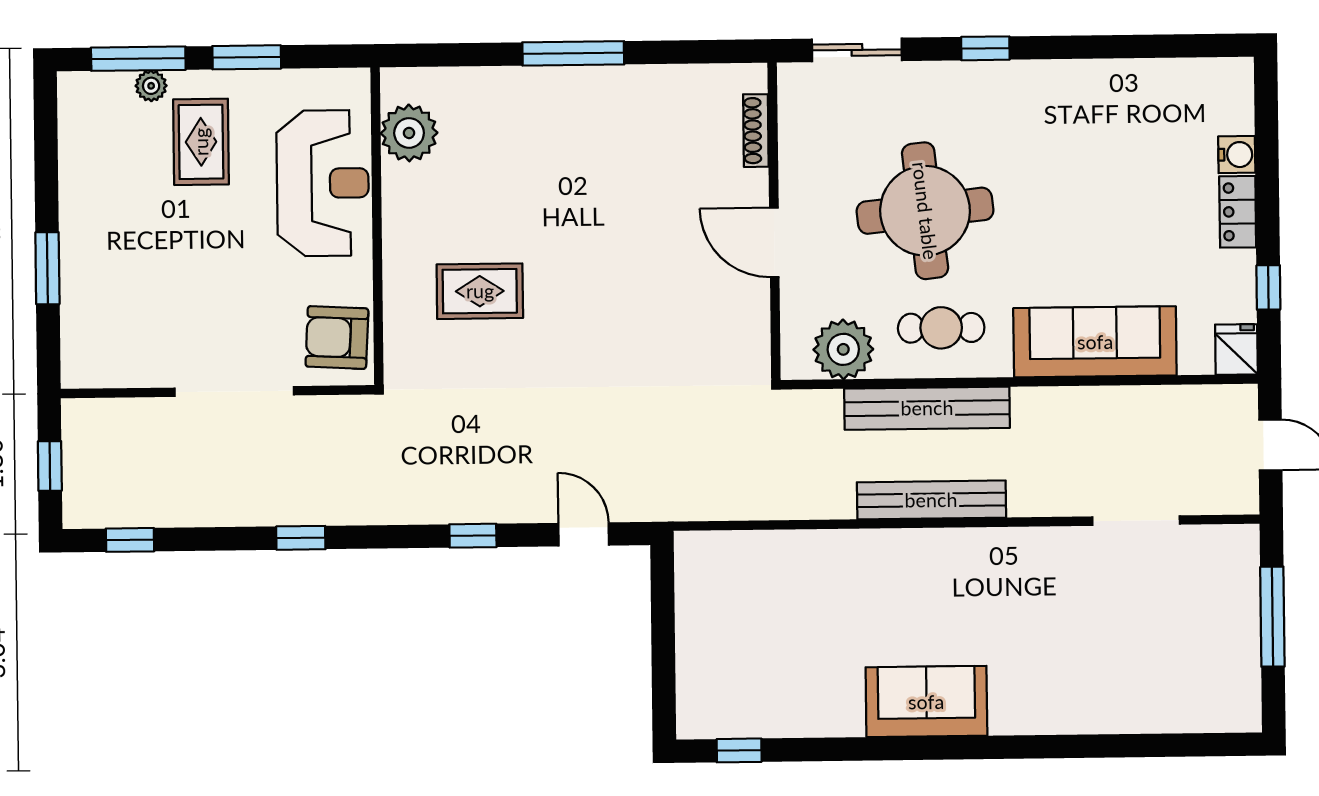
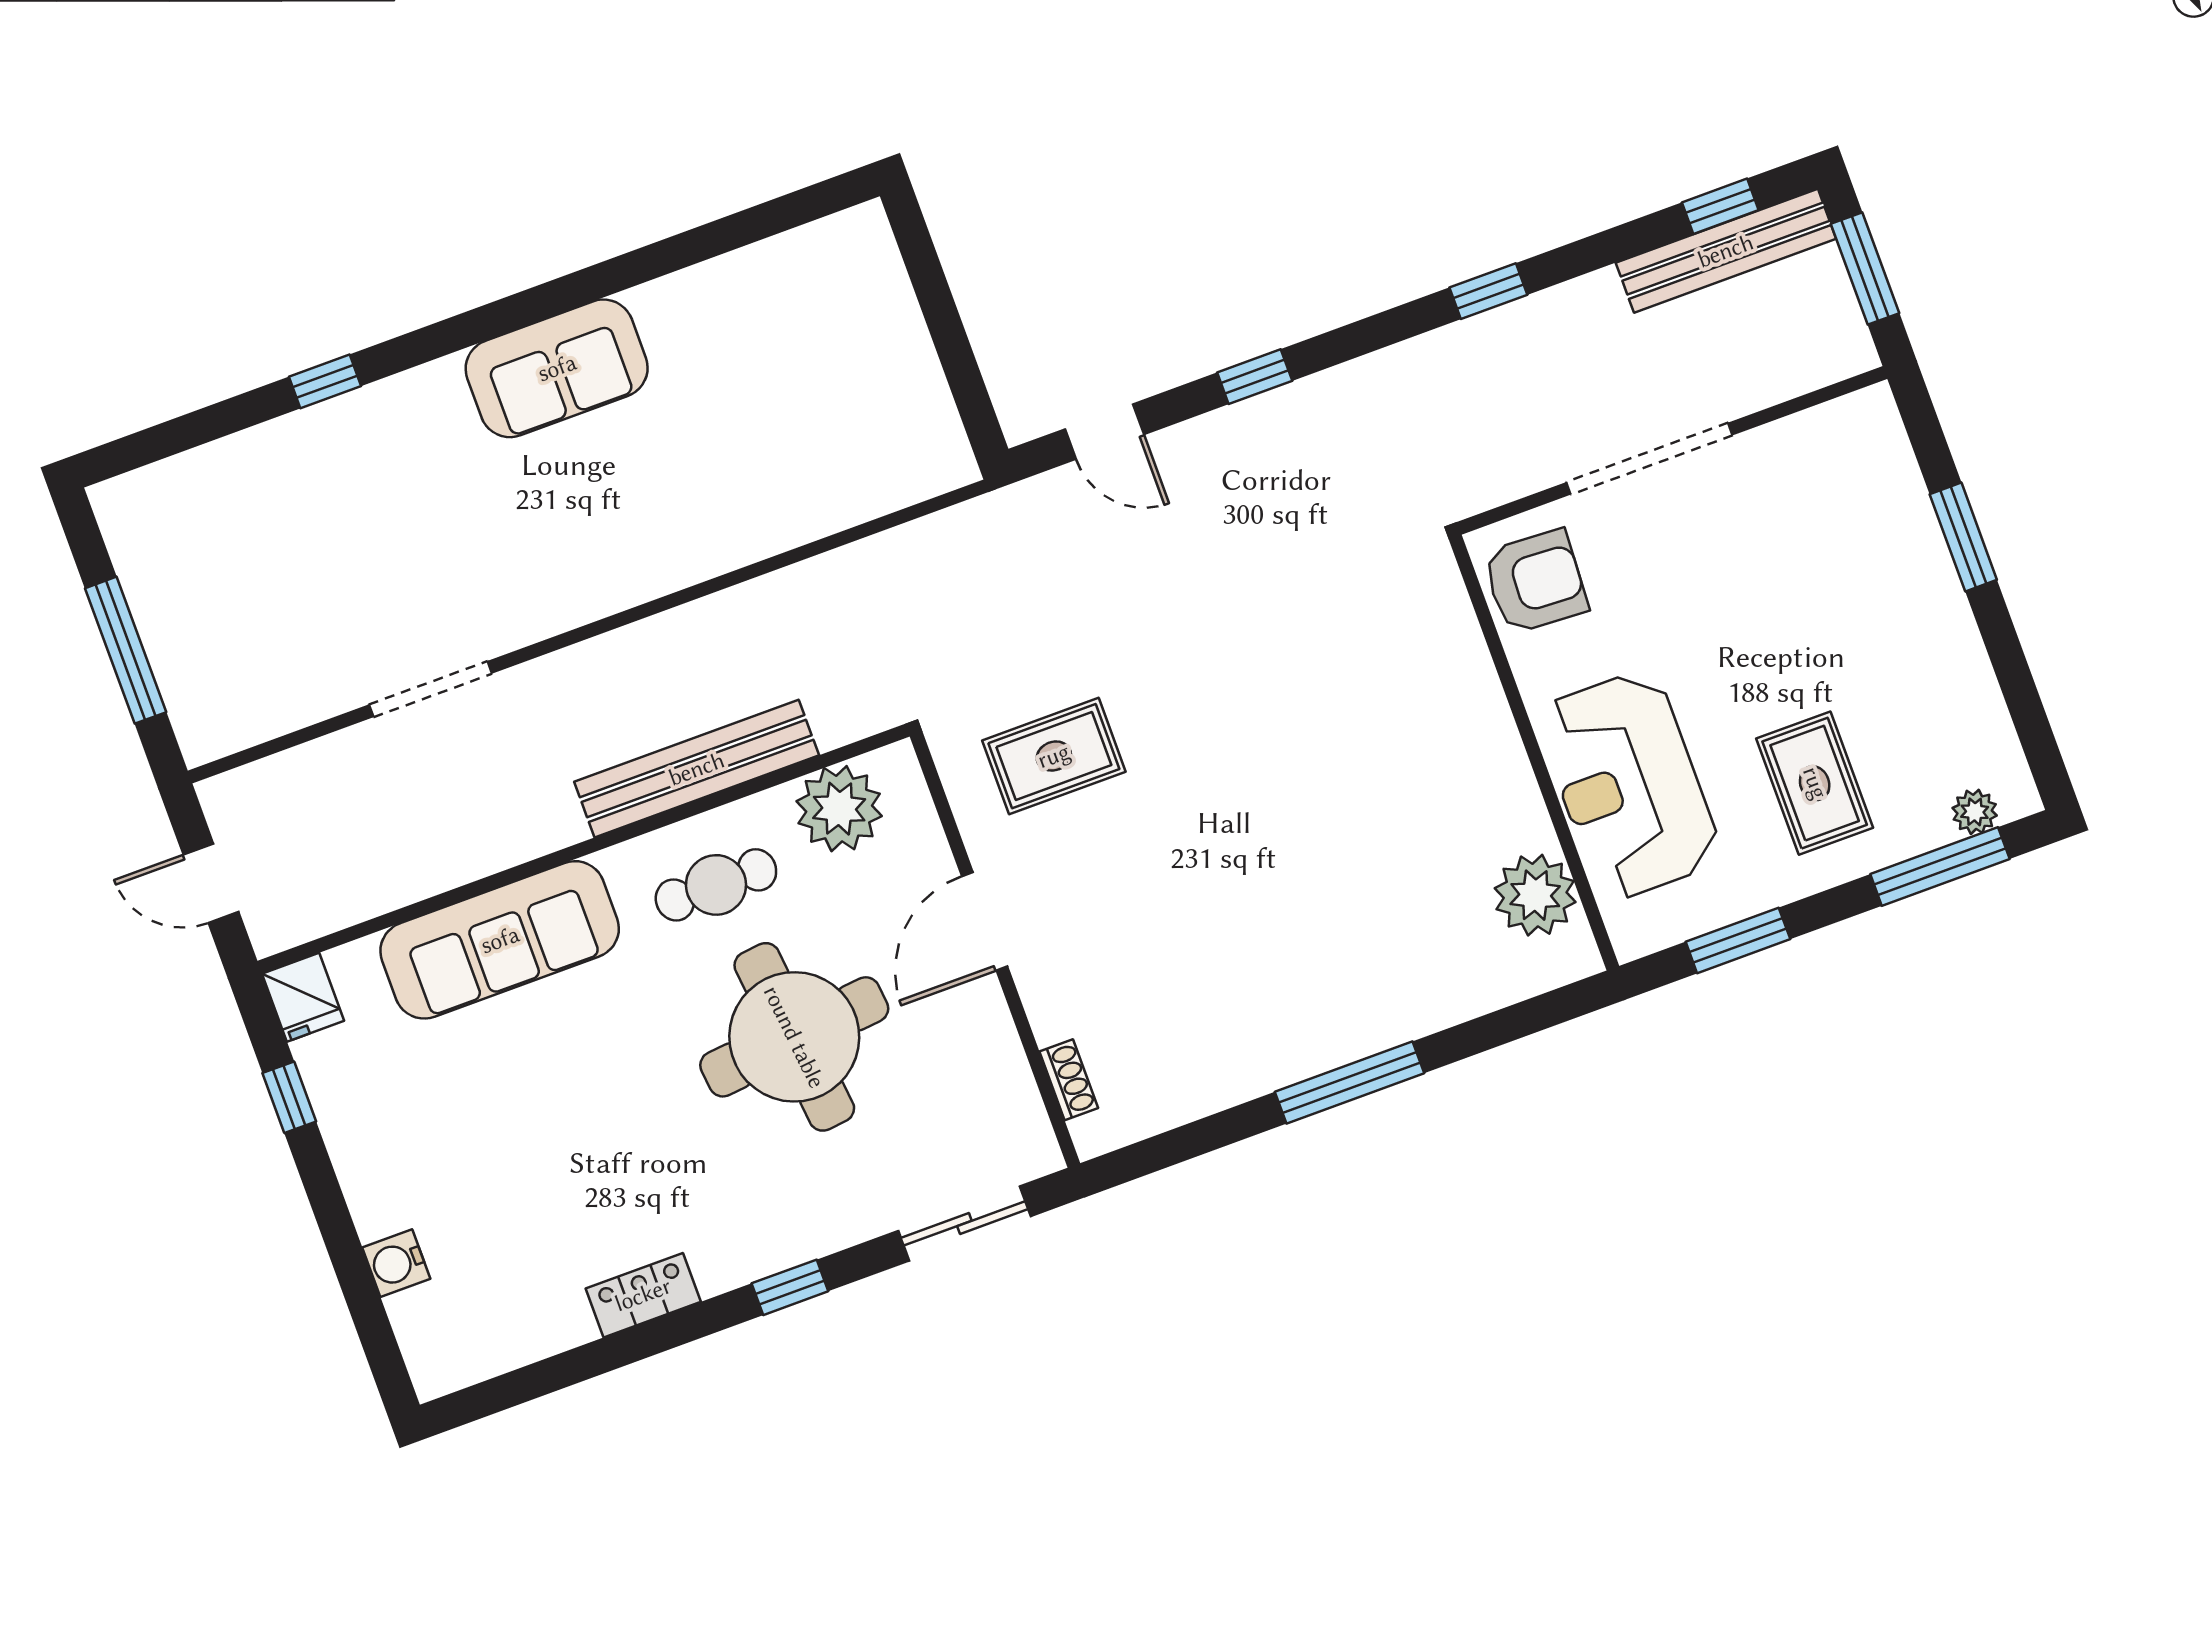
window: (247, 57) -> (1738, 940), moved
plant: (151, 86) -> (1975, 812), moved
shoe rack: (756, 131) -> (1069, 1080), width x0.70
locker: (1238, 212) -> (643, 1295), moved, turned -90
door: (774, 242) -> (985, 921), swing flipped
rug: (480, 291) -> (1054, 756), moved
window: (50, 466) -> (1865, 269), width x1.50
bench: (931, 500) -> (1726, 251), moved
doorway: (1136, 521) -> (431, 689), moved
window: (739, 750) -> (325, 381), moved

